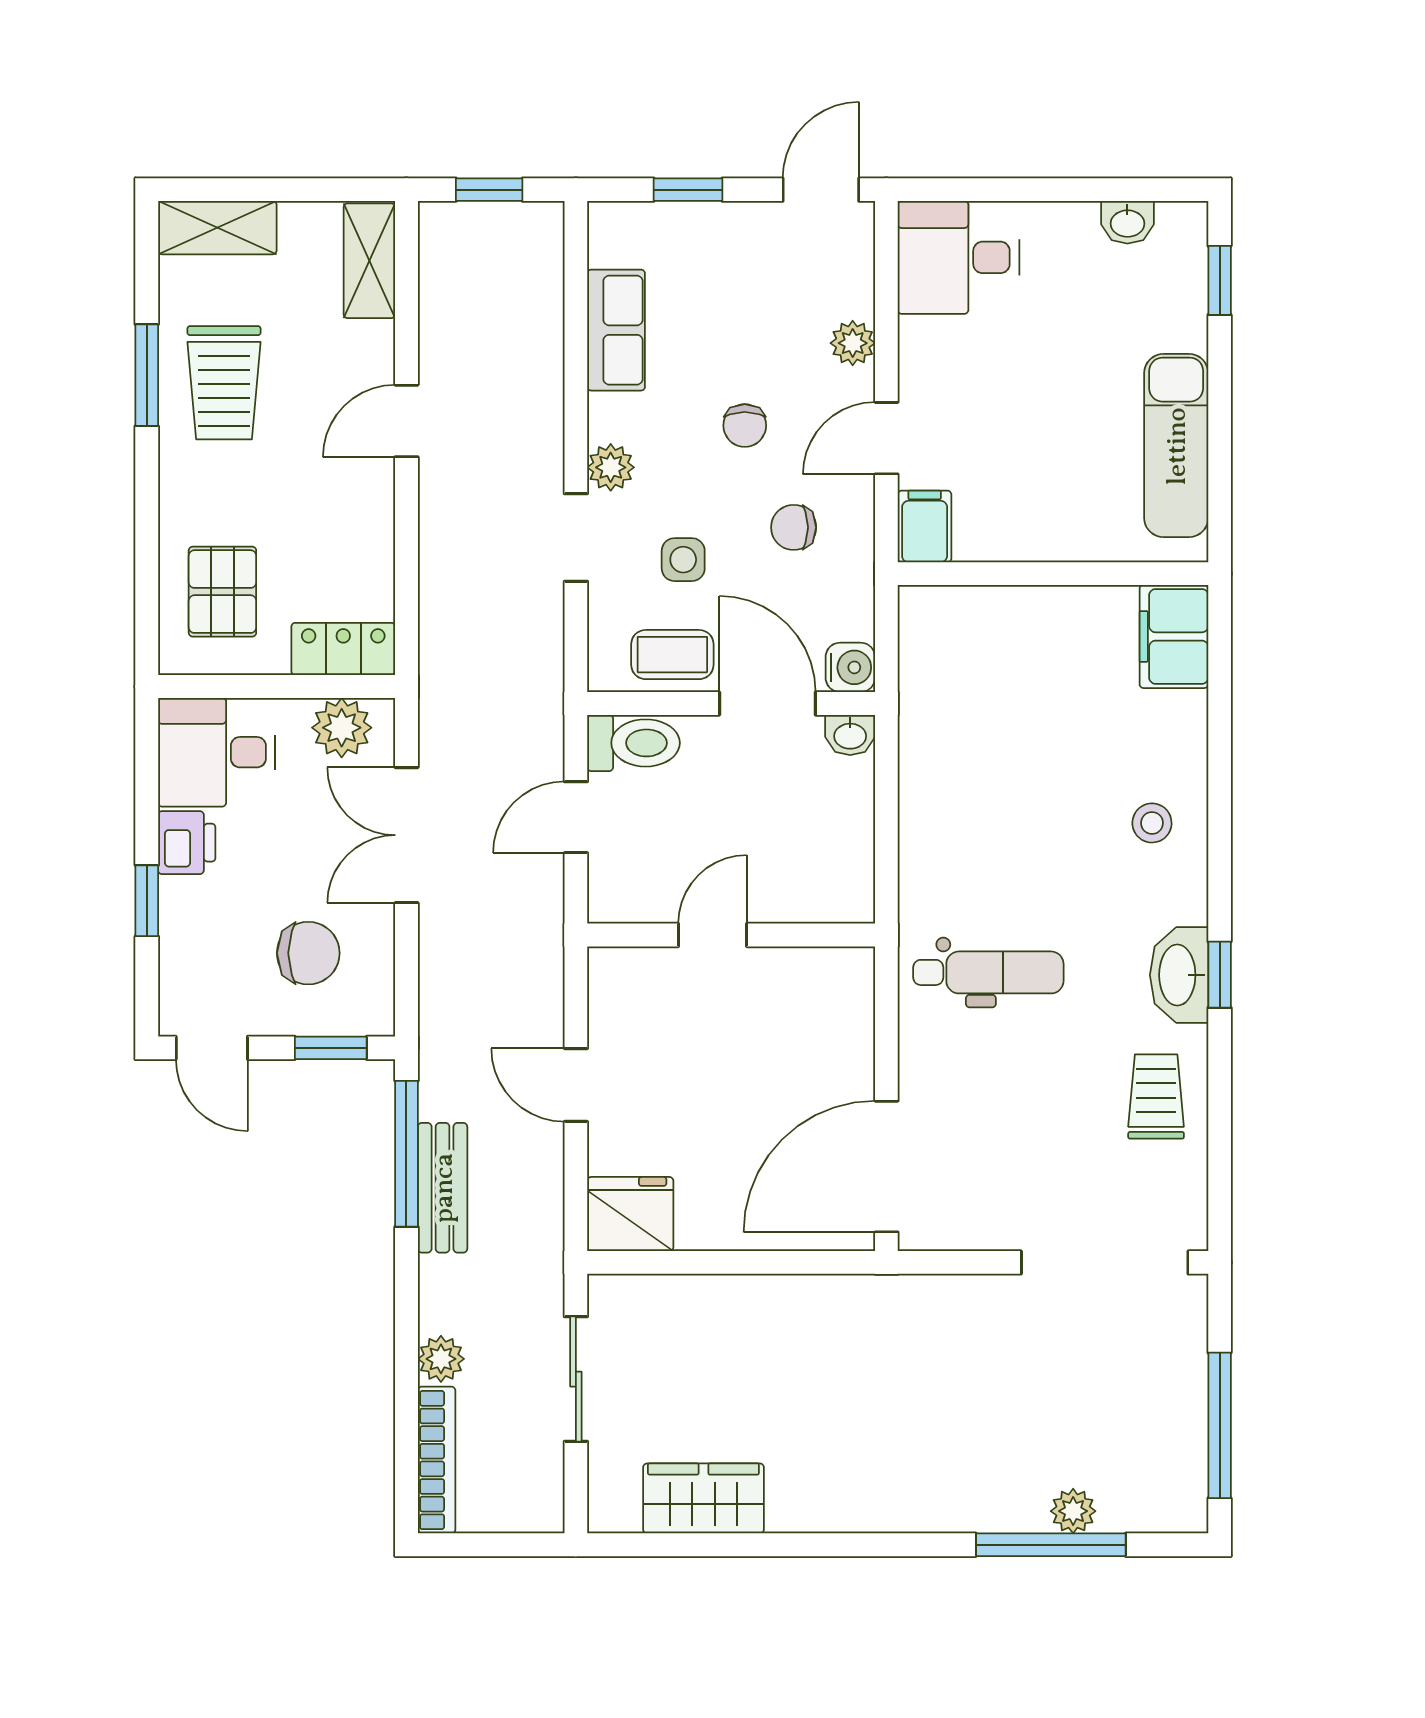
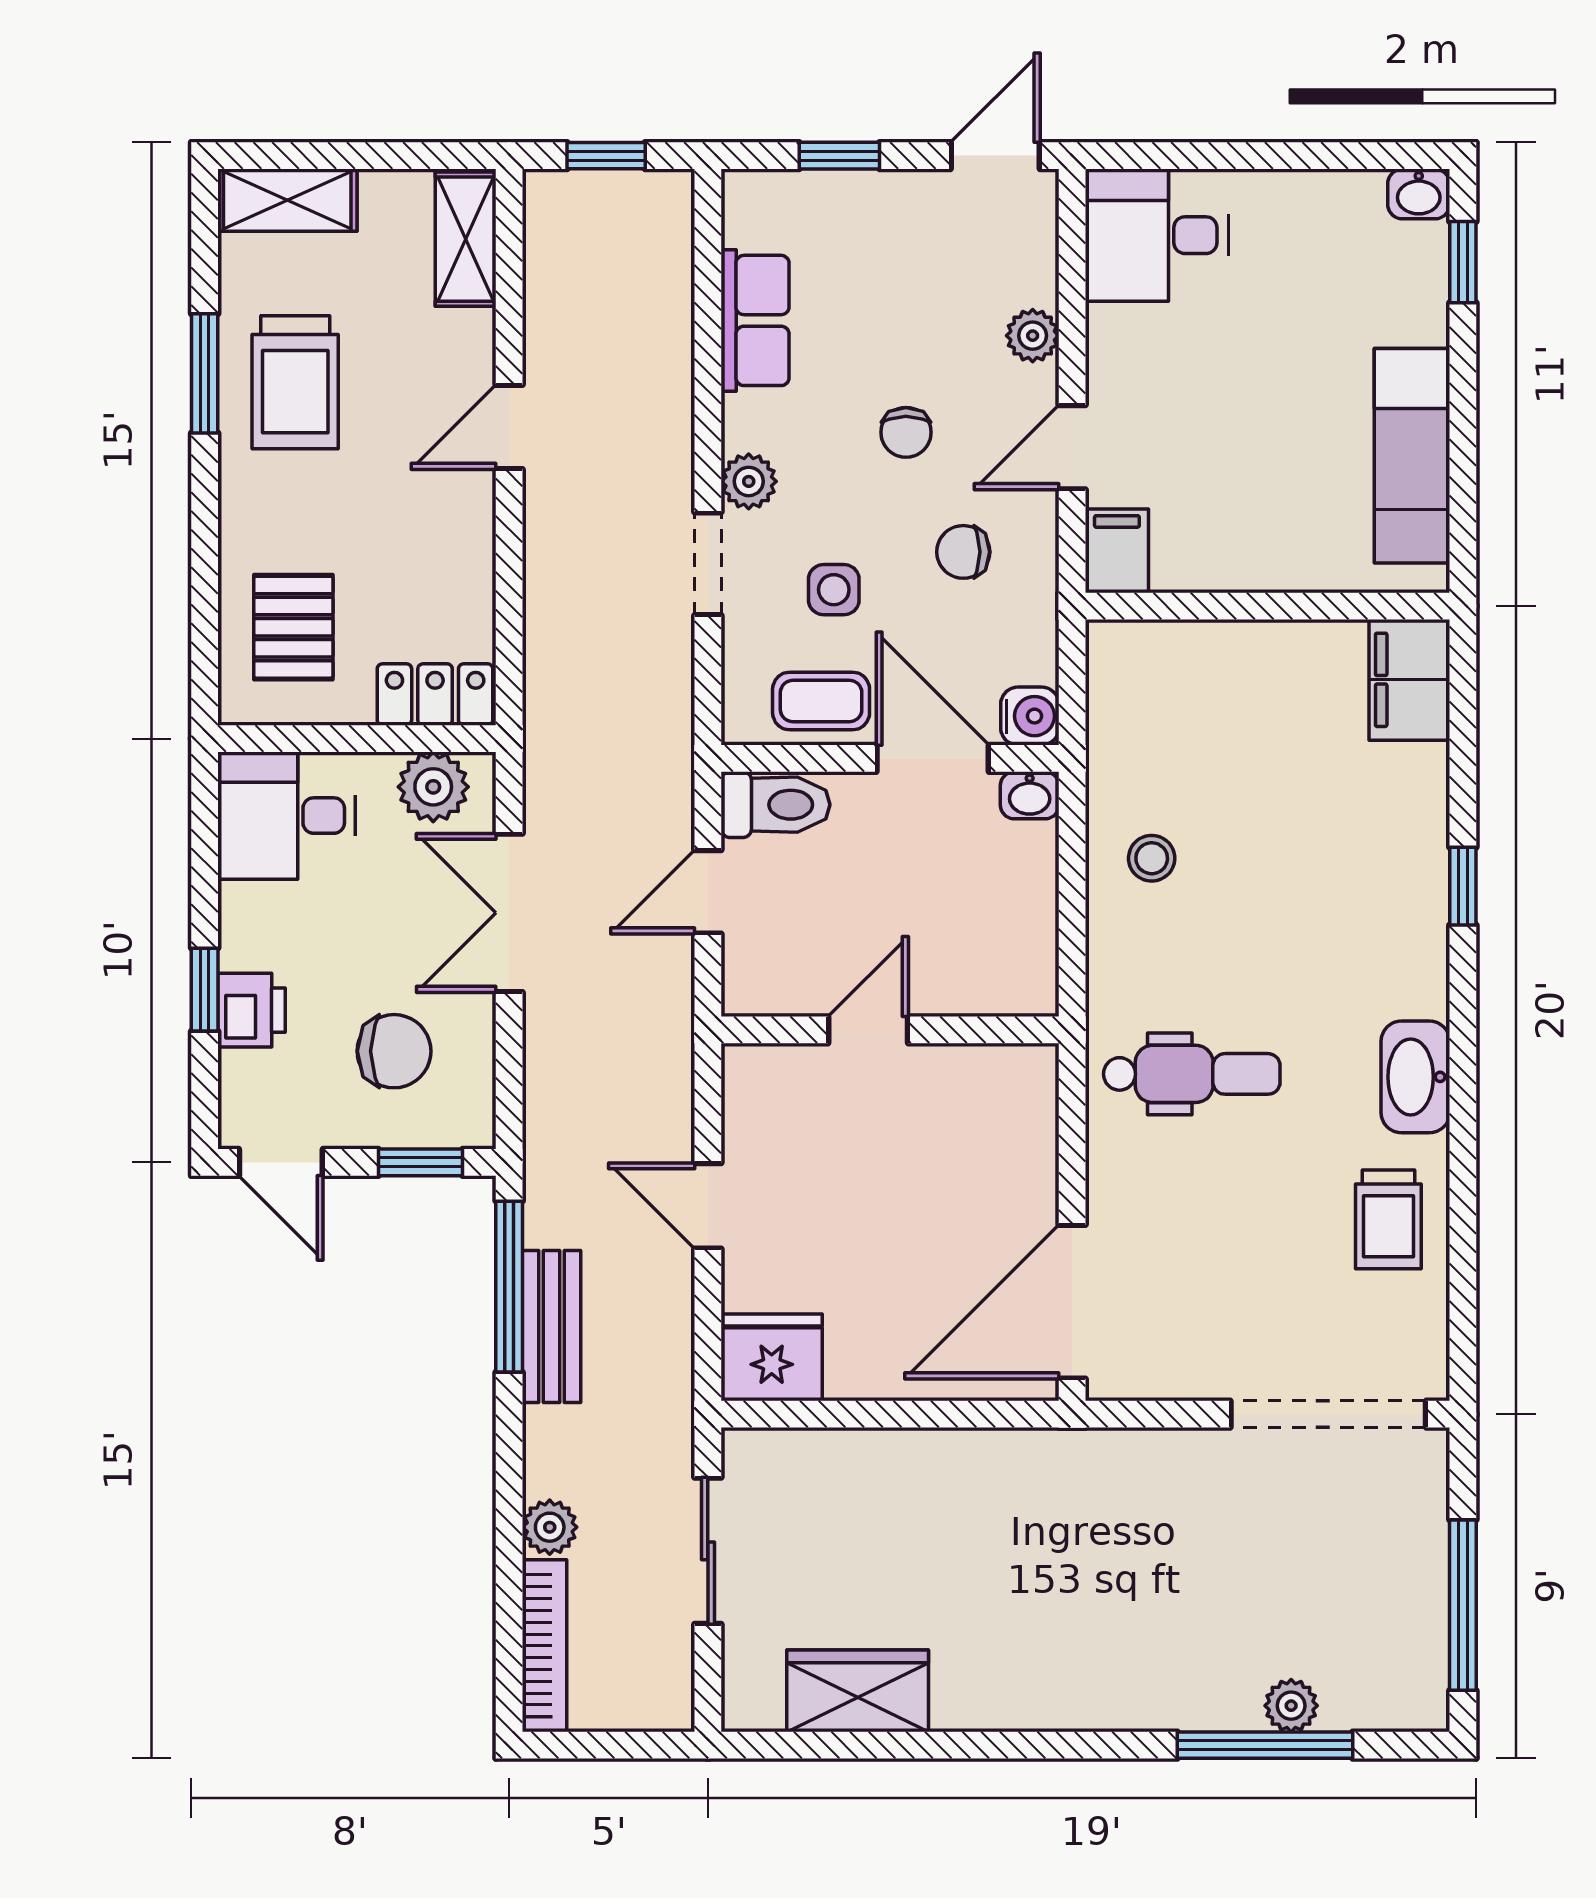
washbasin: (1127, 222) -> (1419, 194), moved
stool: (1152, 823) -> (1152, 858), moved
printer: (187, 843) -> (251, 1010), moved
window: (1220, 975) -> (1463, 886), moved
trolley: (1156, 1096) -> (1388, 1219), turned 180

